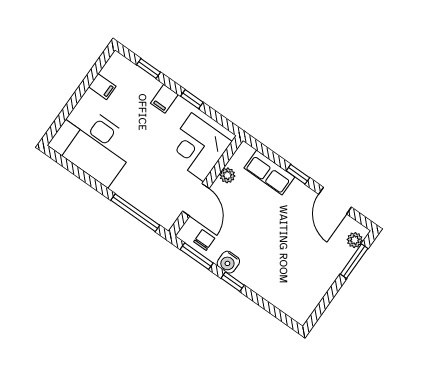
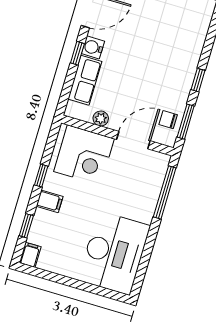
filing cabinet: (102, 87) -> (30, 255), moved
water cooler: (228, 262) -> (93, 47), moved, turned 180

